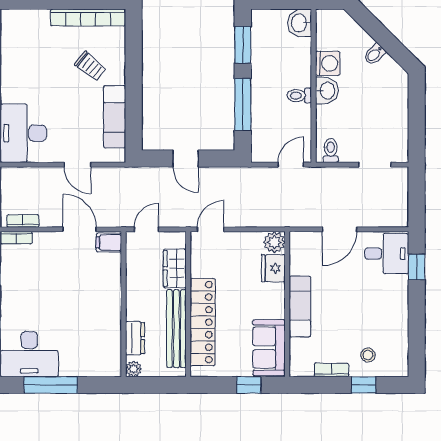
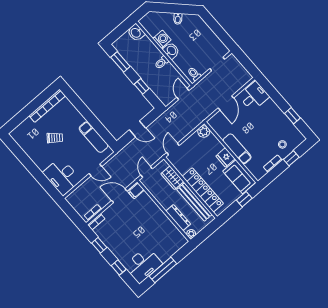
trolley: (90, 66) -> (55, 138), moved
window: (243, 104) -> (142, 86), width x0.46
window: (417, 267) -> (292, 116), moved
fridge: (273, 268) -> (226, 157), moved
dresser: (135, 338) -> (178, 218), width x1.44

